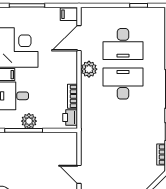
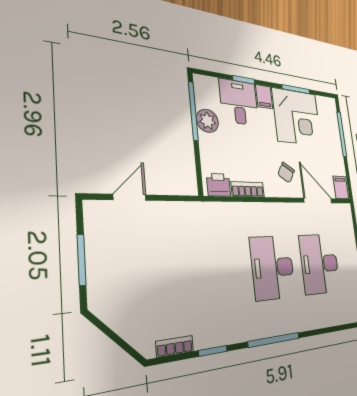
chair: (60, 63) -> (286, 172), added
plant: (89, 69) -> (285, 215), removed
desk: (123, 84) -> (273, 267), turned 180

